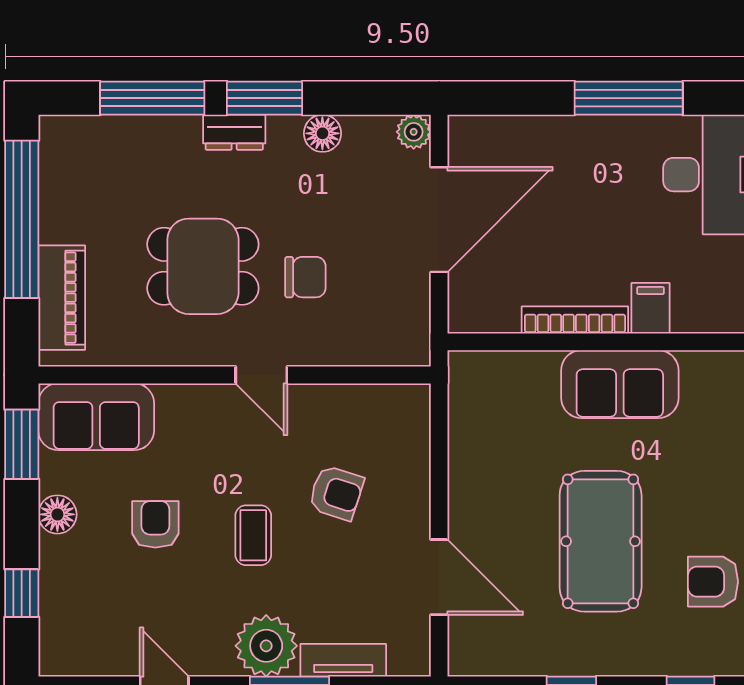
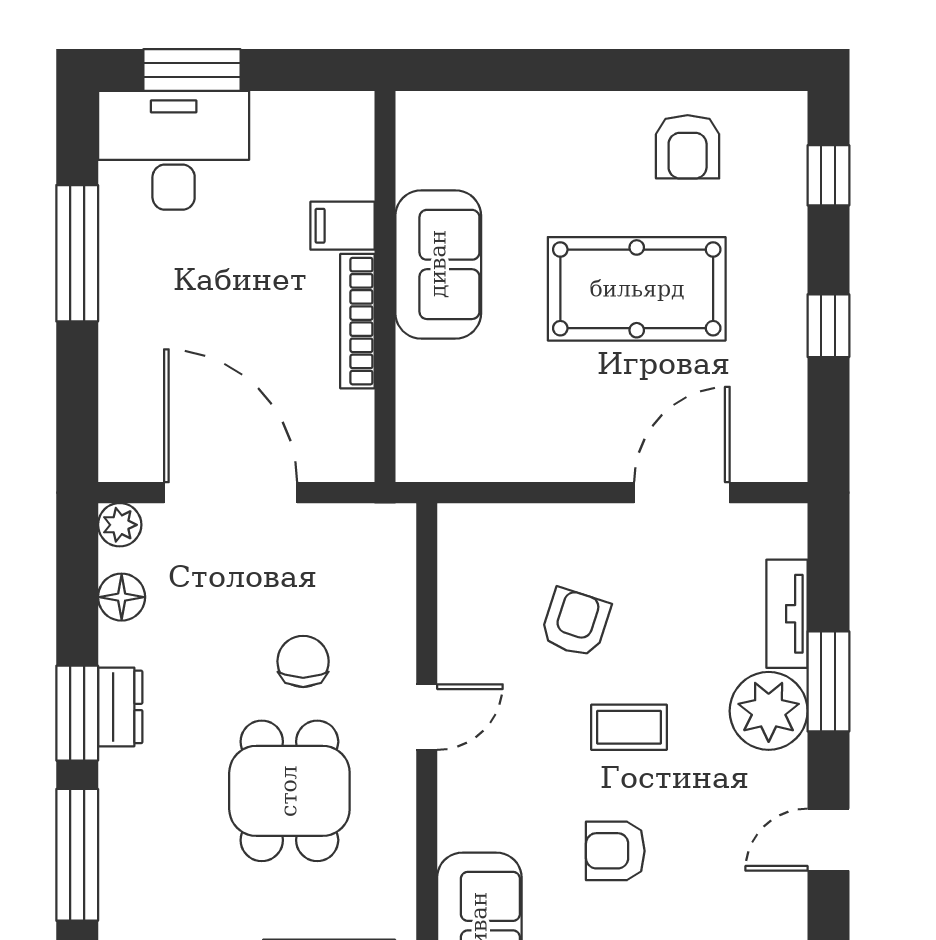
dresser: (234, 132) -> (120, 707), moved
floor lamp: (322, 133) -> (122, 597), moved

